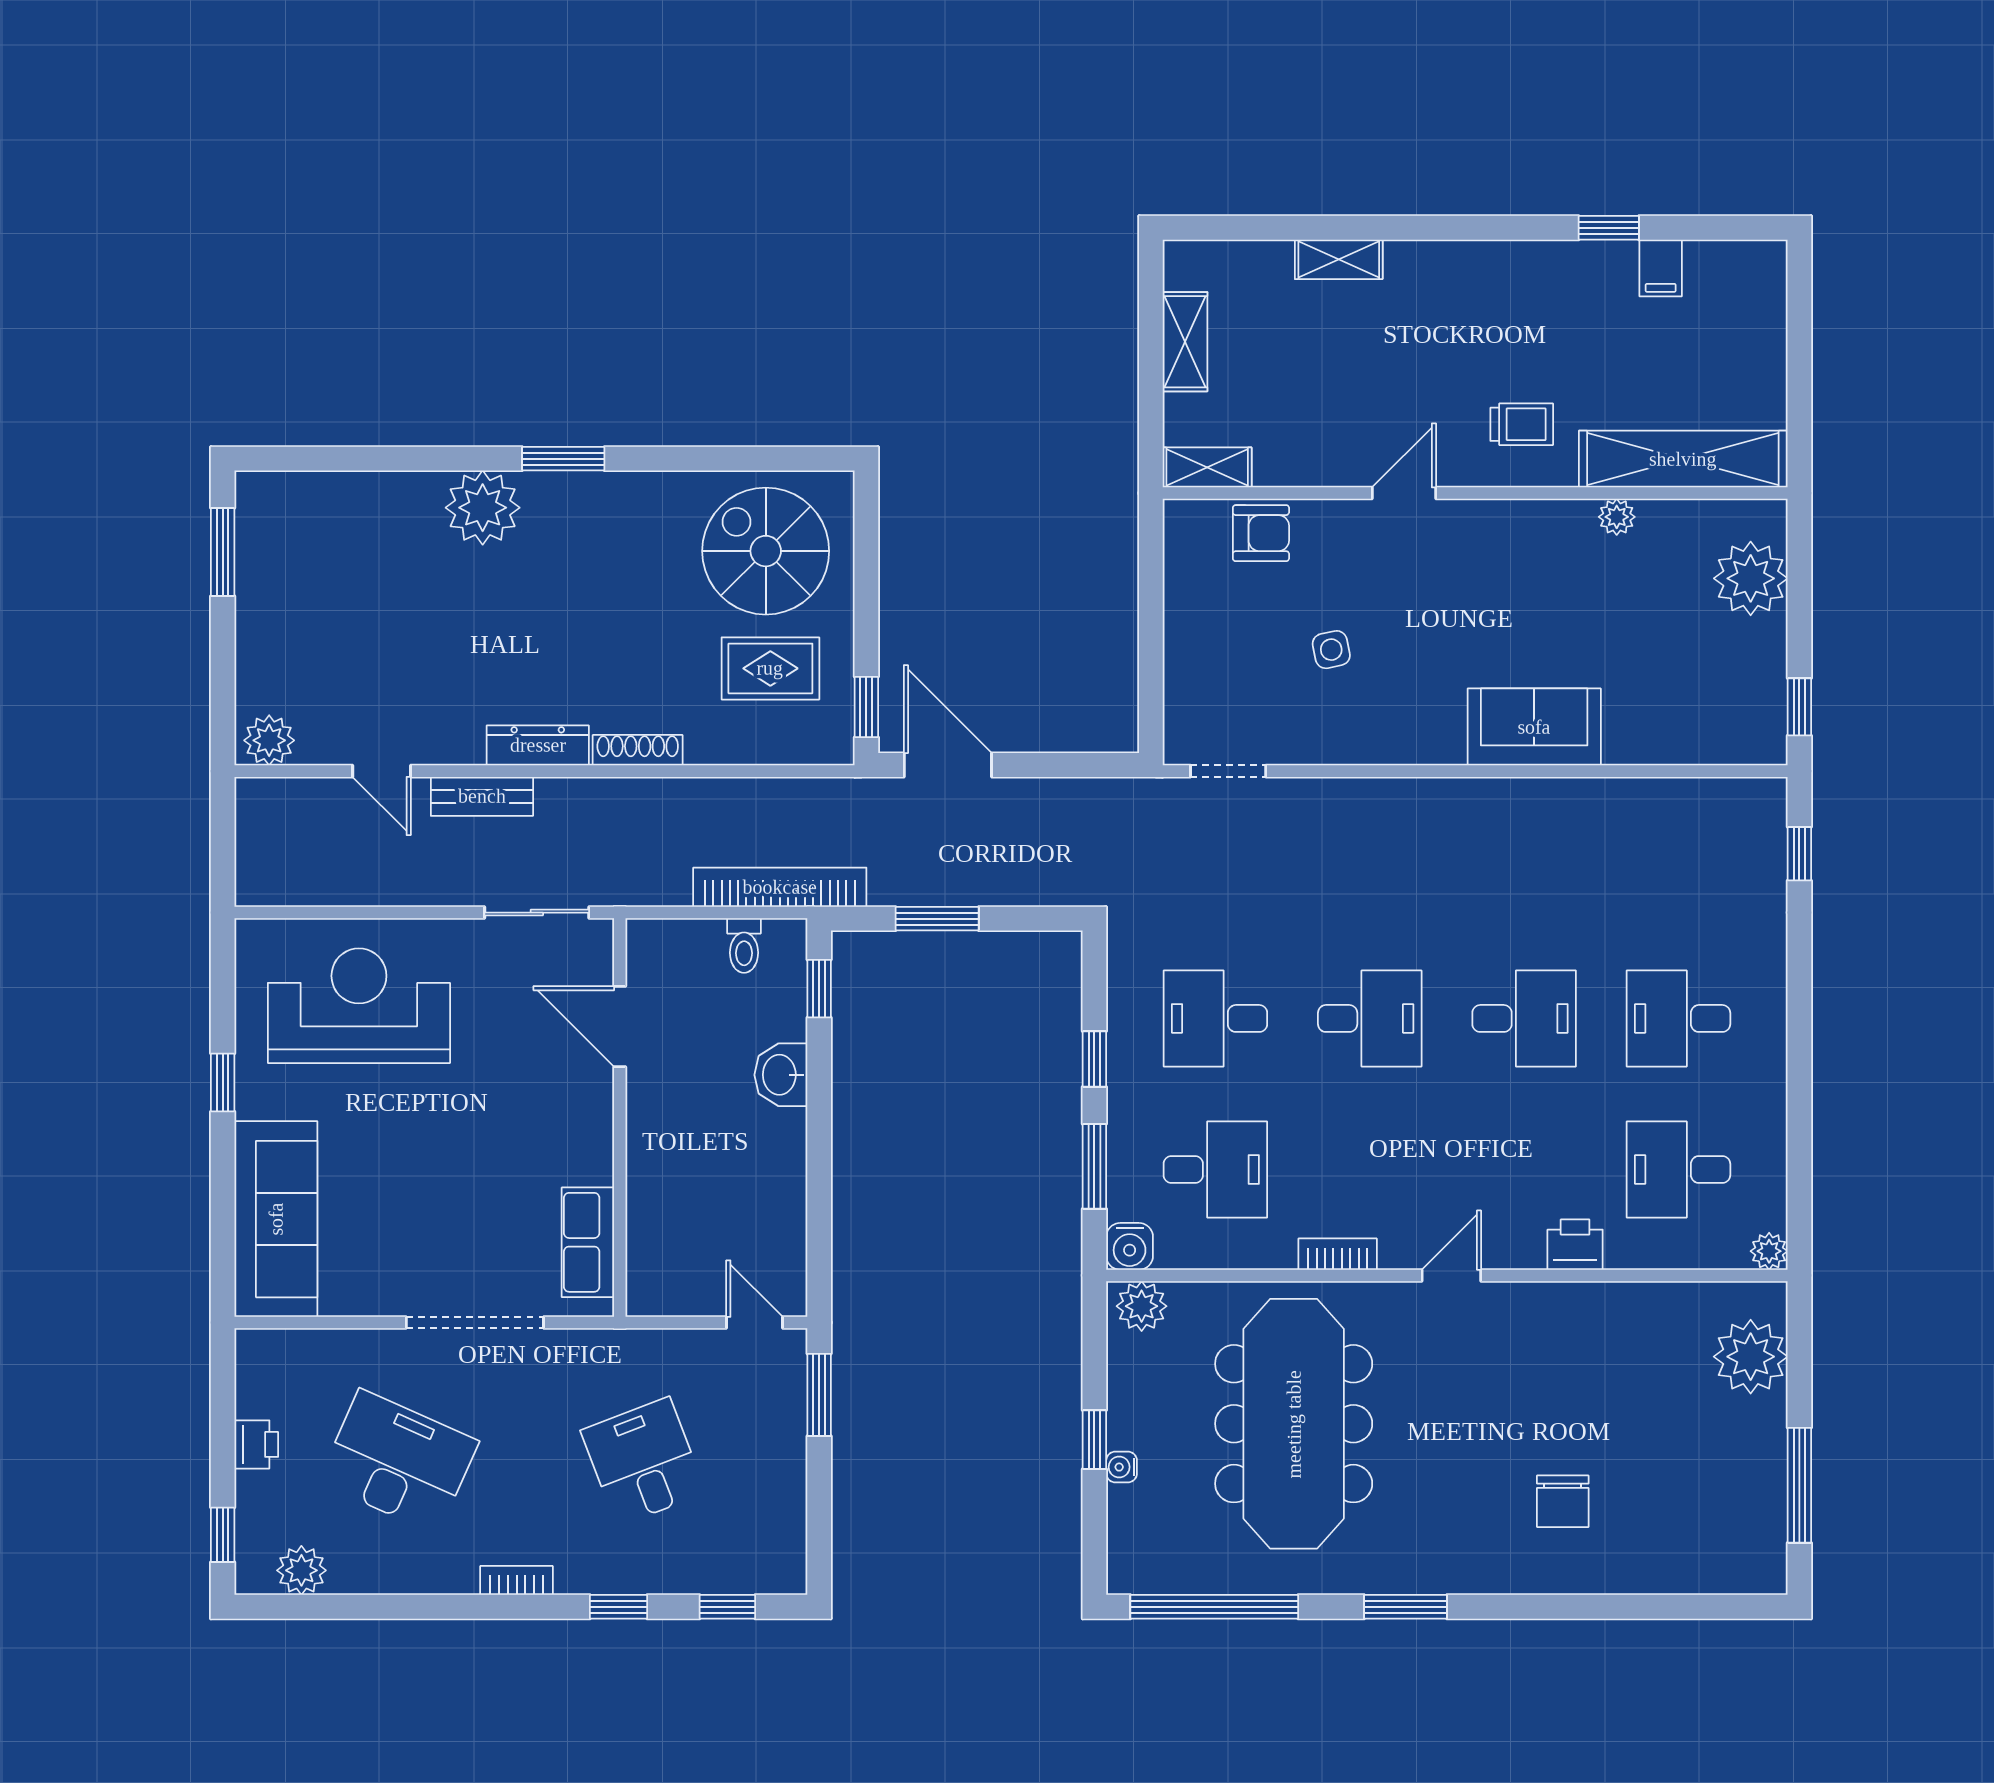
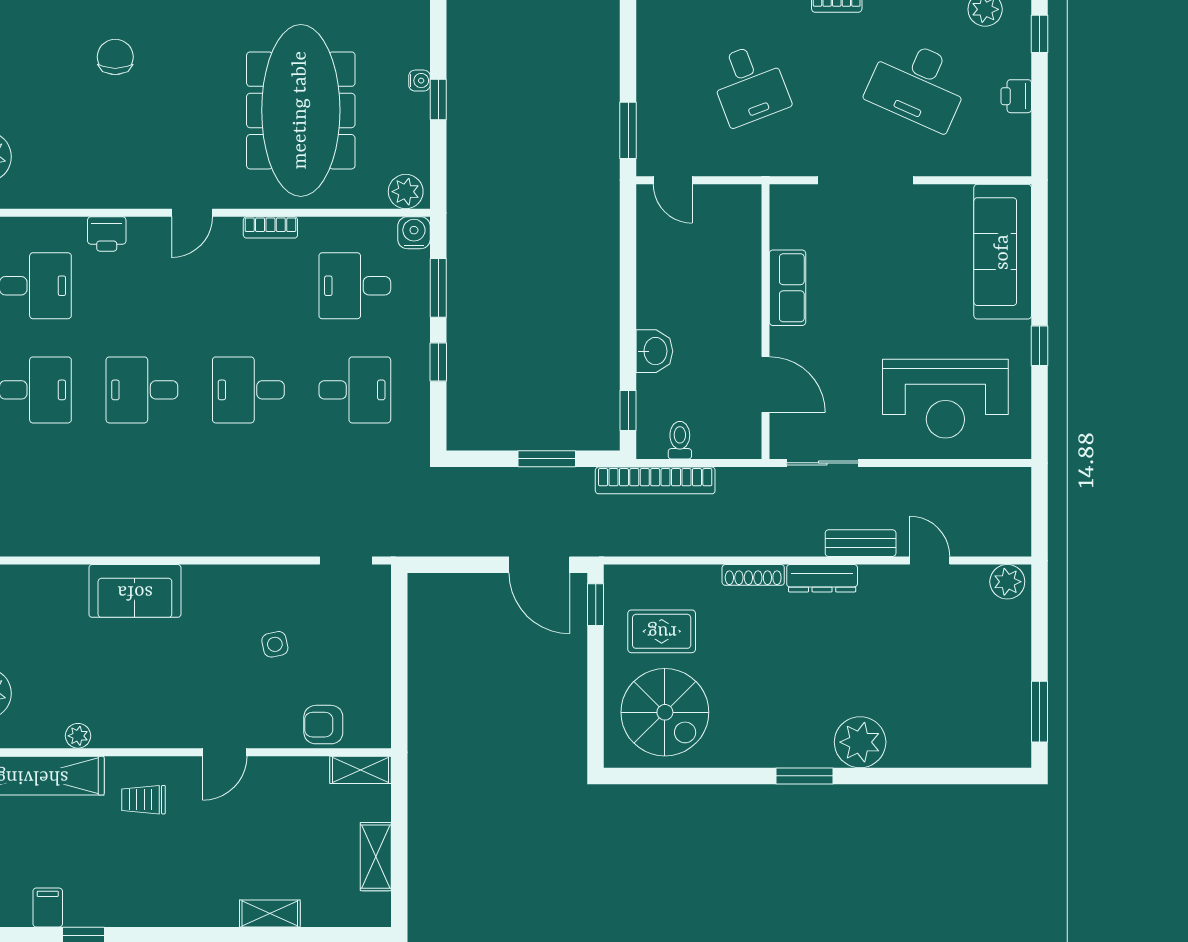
row of seats: (588, 1242) -> (787, 288), moved

